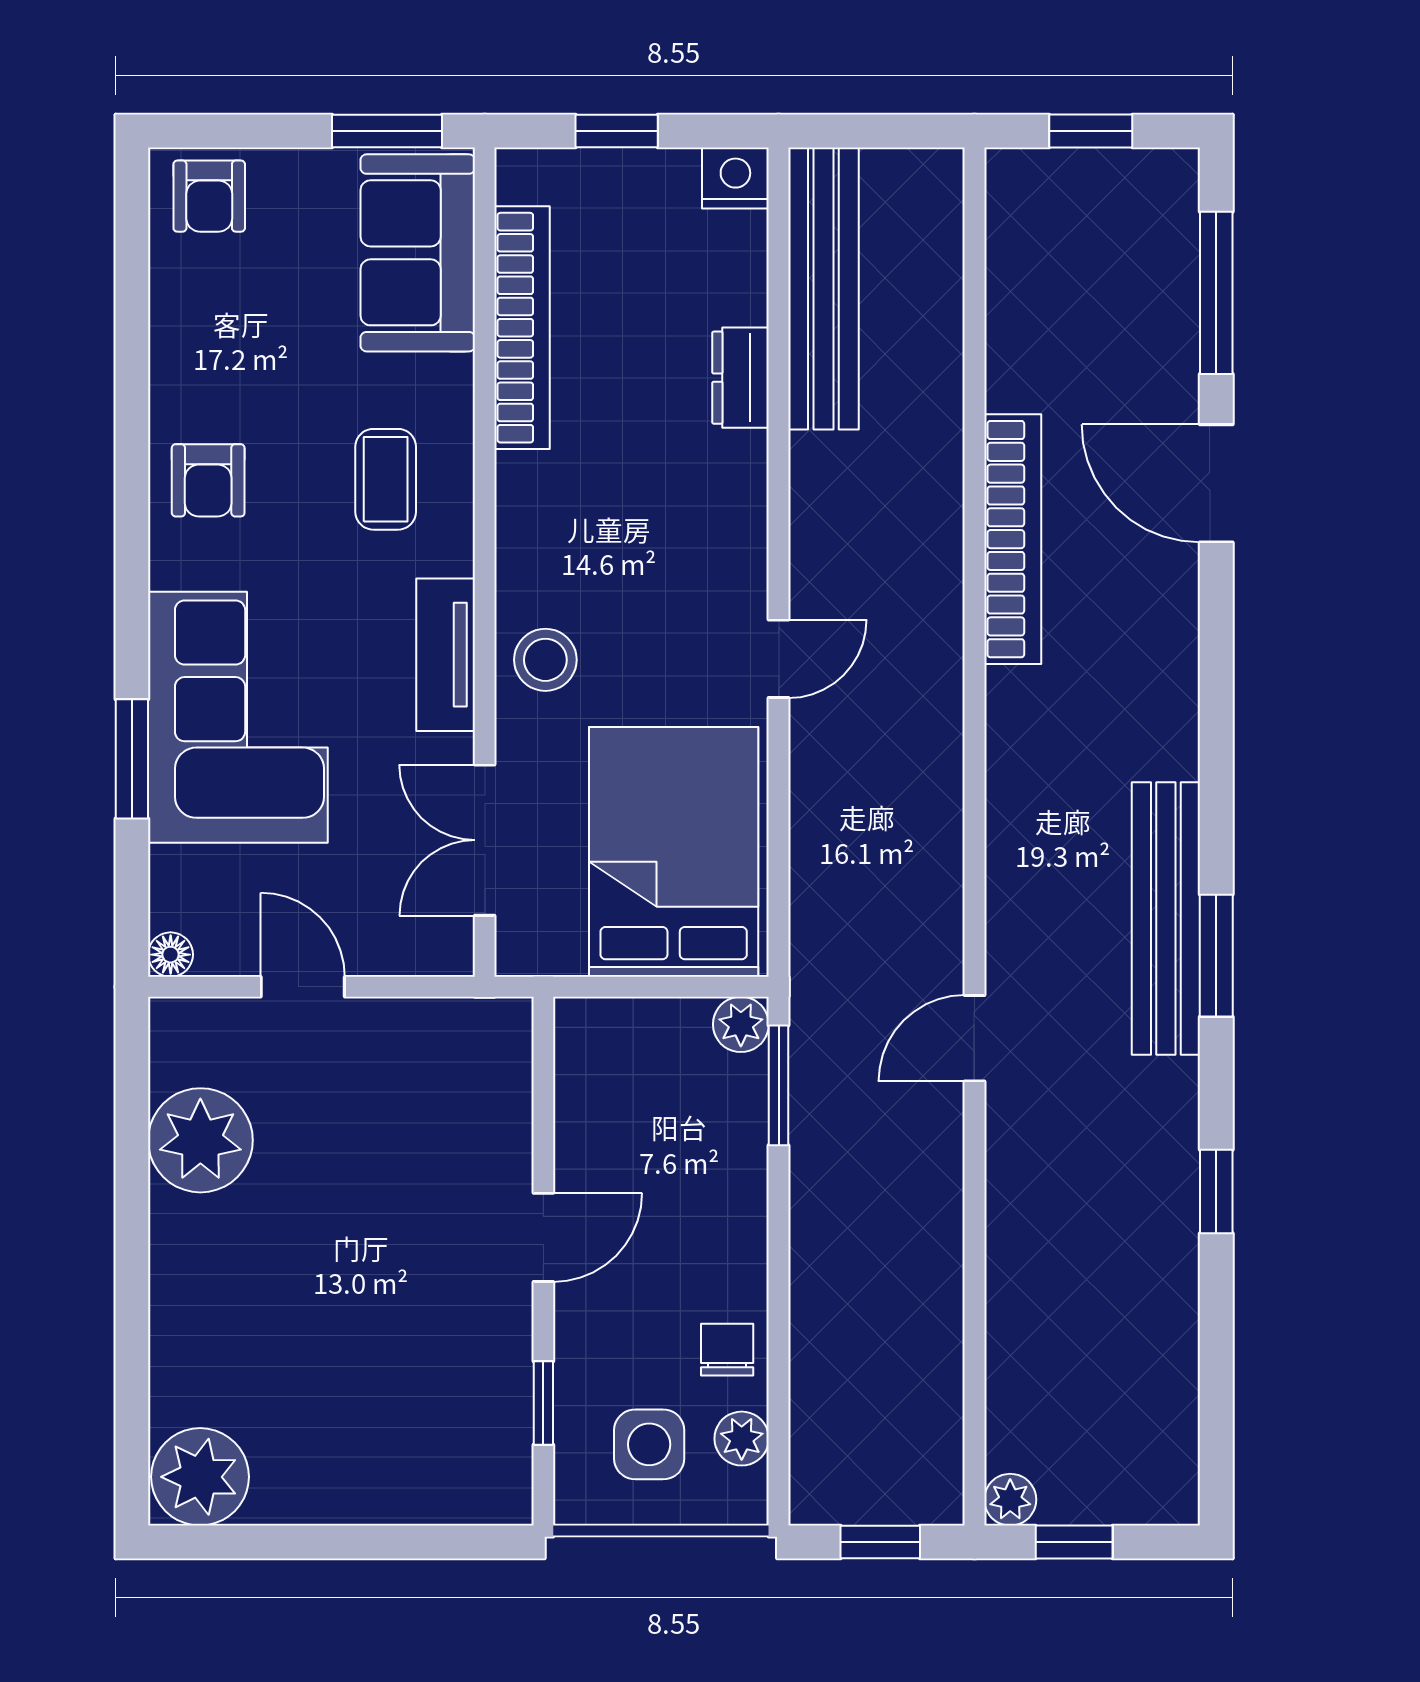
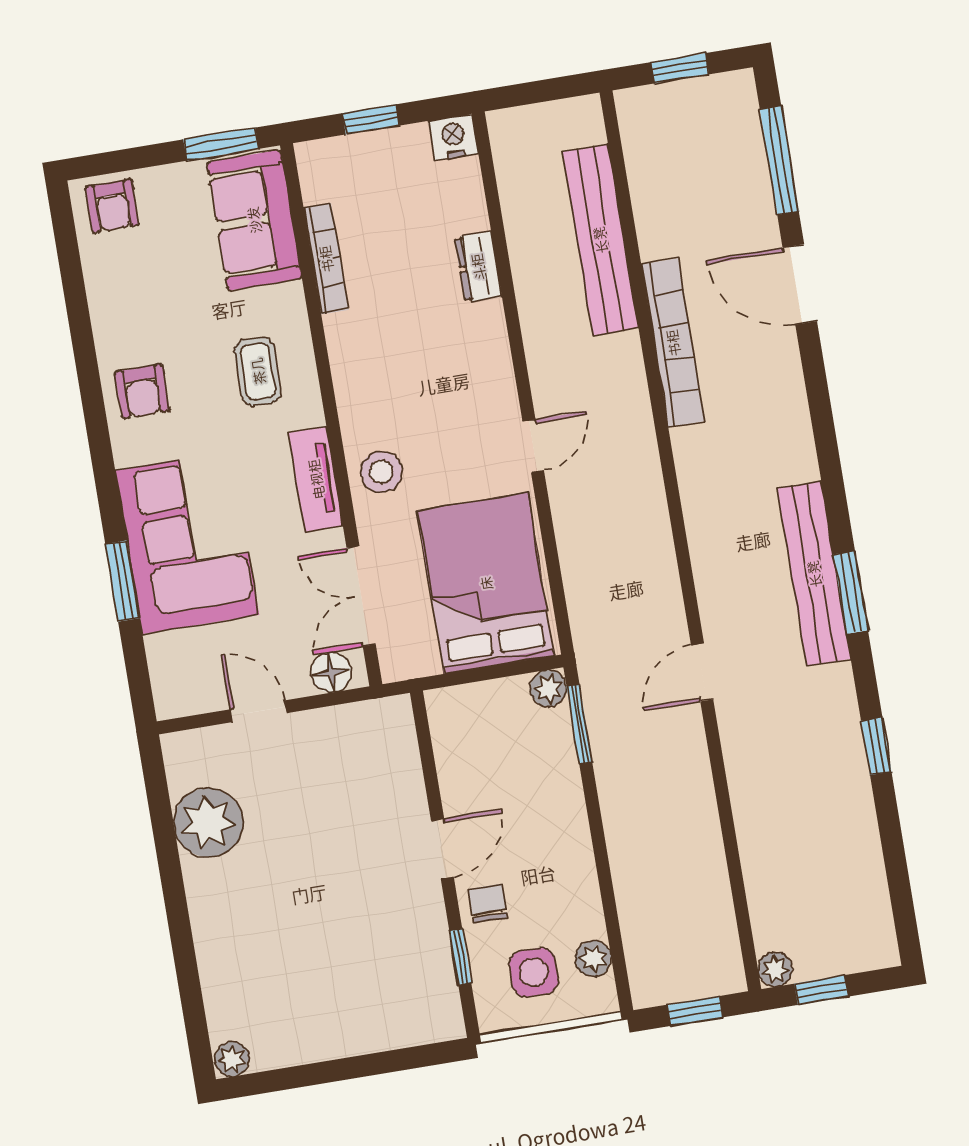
bench: (823, 288) -> (600, 240), moved
bookcase: (522, 328) -> (326, 259), width x0.68, depth x0.76
floor lamp: (171, 955) -> (331, 672), moved, width x1.37, depth x1.37
chair: (727, 1350) -> (488, 903), moved
plant: (200, 1477) -> (232, 1059), width x0.53, depth x0.53

